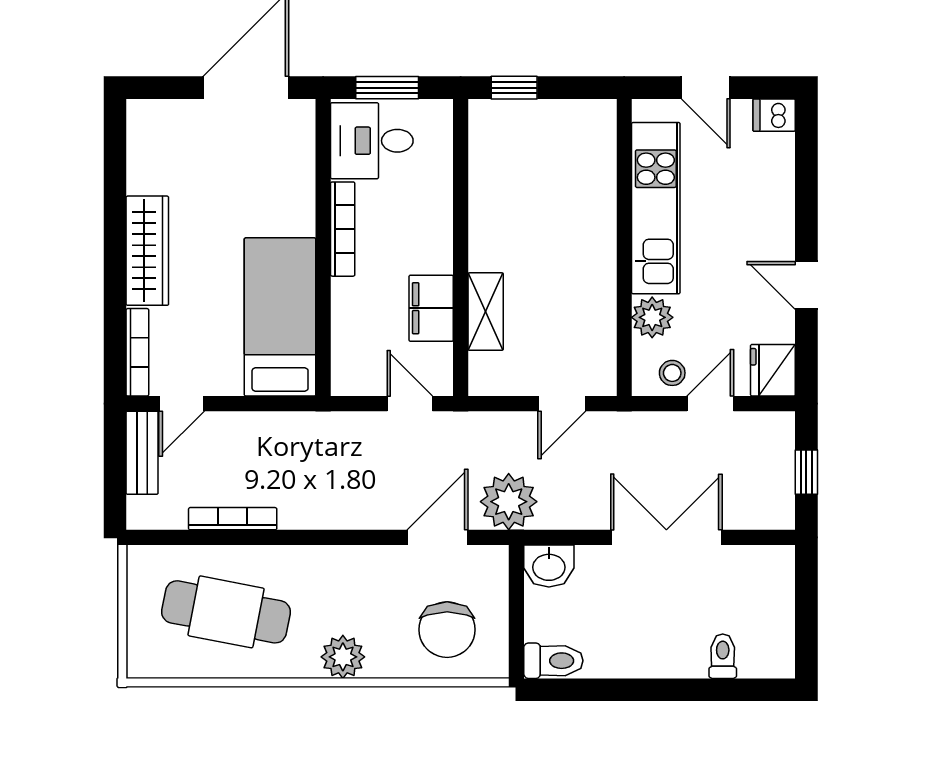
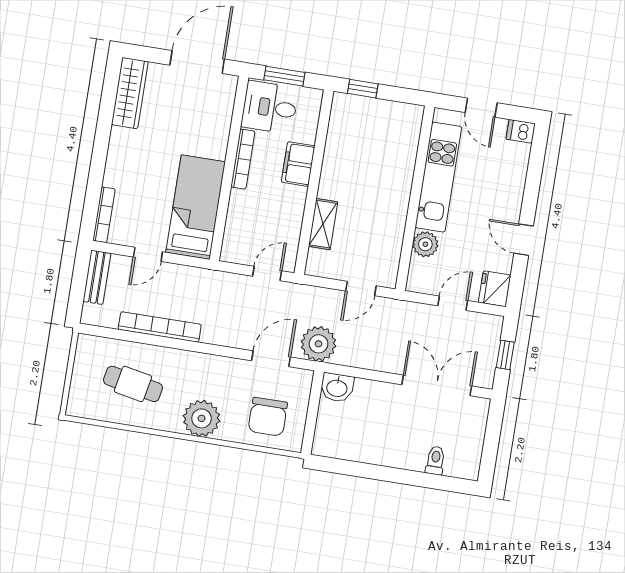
wardrobe: (147, 251) -> (130, 93), moved
filing cabinet: (431, 308) -> (298, 164), moved
stool: (672, 373) -> (432, 281), removed
door: (182, 404) -> (148, 254), moved
door: (410, 404) -> (267, 273), hinge flipped
bookcase: (233, 519) -> (160, 327), width x1.48, depth x1.31
double door: (666, 537) -> (437, 385), moved
cafe table: (226, 612) -> (133, 384), width x0.73, depth x0.74
plant: (343, 657) -> (202, 418), width x1.36, depth x1.36
toilet: (553, 661) -> (330, 446), removed

